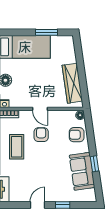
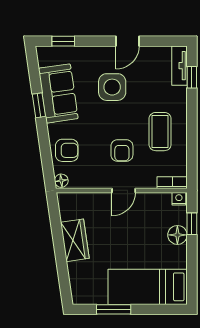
wardrobe: (72, 83) -> (75, 240), width x0.67
door: (40, 109) -> (124, 190), swing flipped
side table: (47, 175) -> (112, 87), added
window: (63, 205) -> (63, 41), moved

